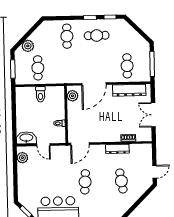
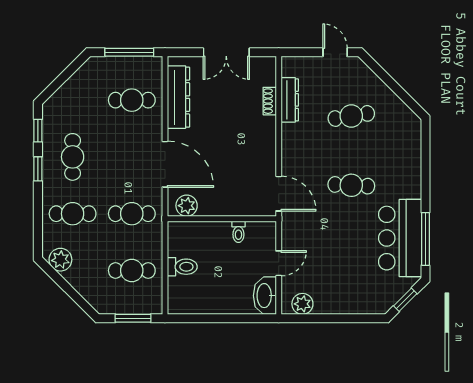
plant: (28, 46) -> (60, 260), moved
cafe table: (68, 67) -> (132, 214), added
dresser: (117, 149) -> (290, 100), moved

